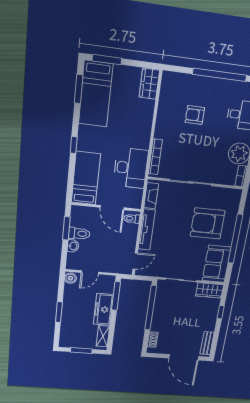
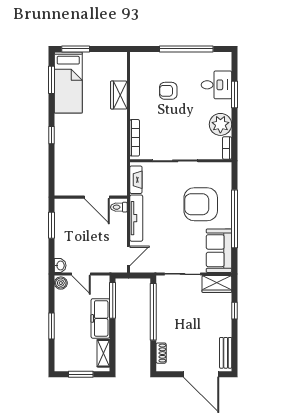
wardrobe: (149, 84) -> (119, 95), moved
desk: (131, 168) -> (111, 152), removed
bed: (86, 178) -> (67, 168), removed
toilet: (79, 234) -> (65, 230), removed
washbasin: (73, 246) -> (60, 265), moved
door: (90, 272) -> (81, 274), hinge flipped

